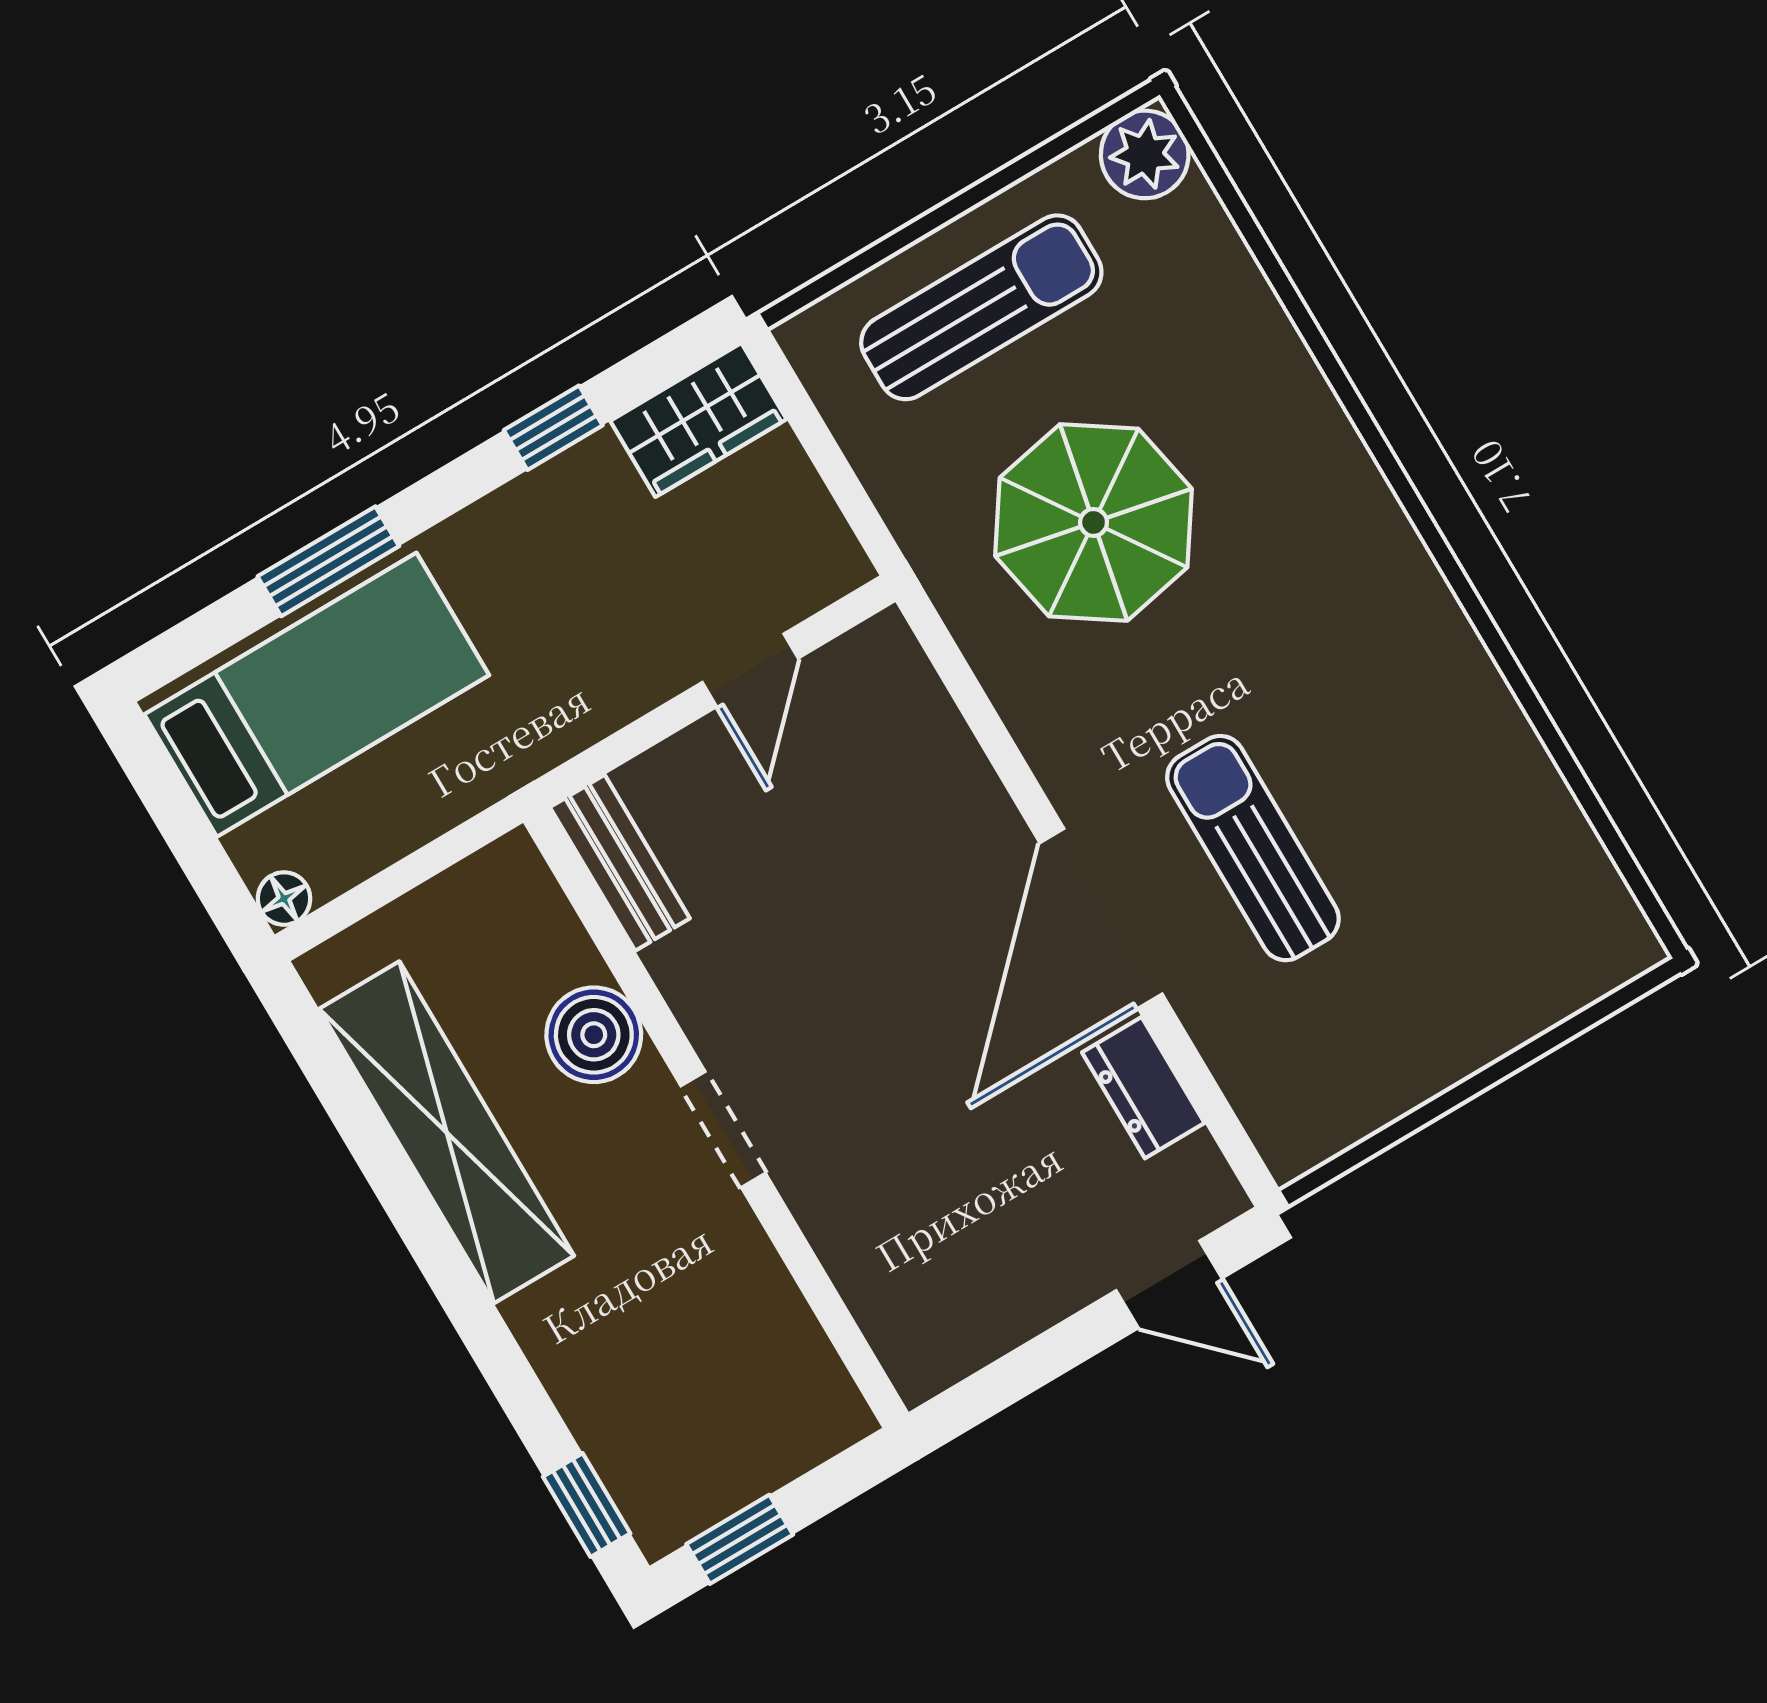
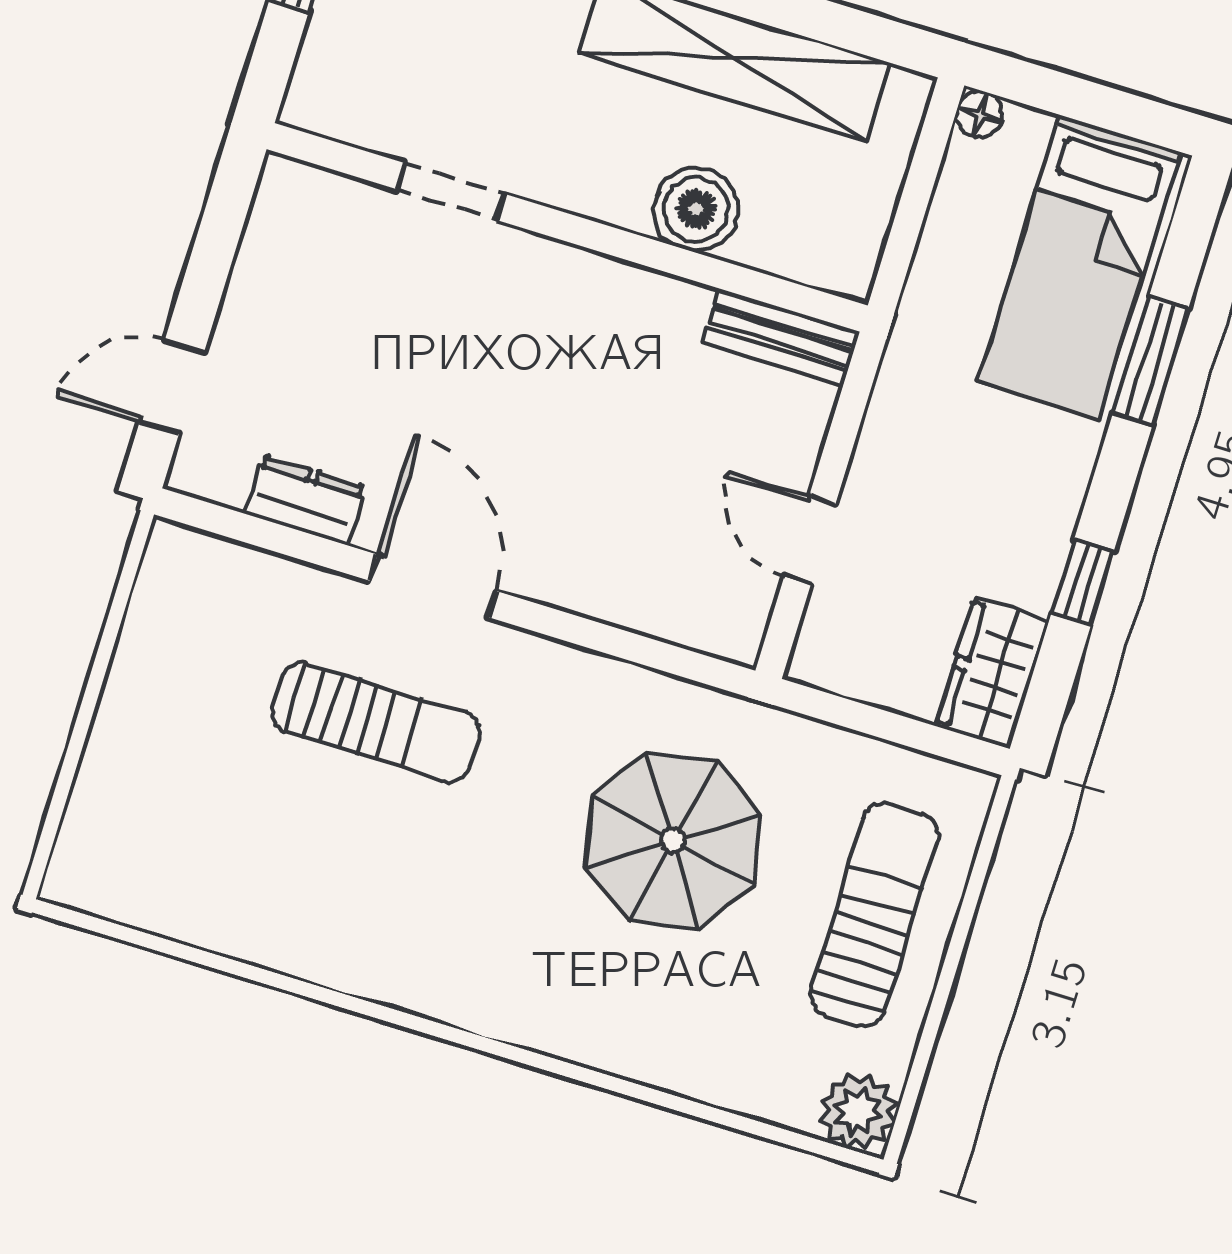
sun lounger: (981, 307) -> (874, 915), turned 180
door: (1101, 918) -> (433, 586), width x0.73
doorway: (723, 1130) -> (451, 192), moved

